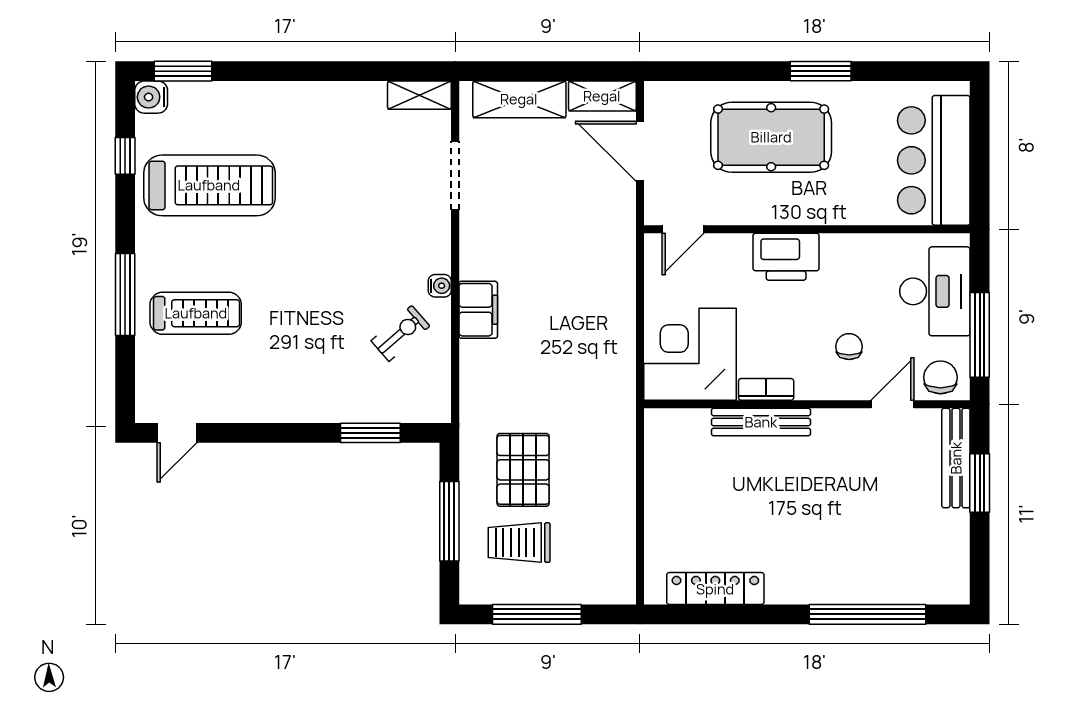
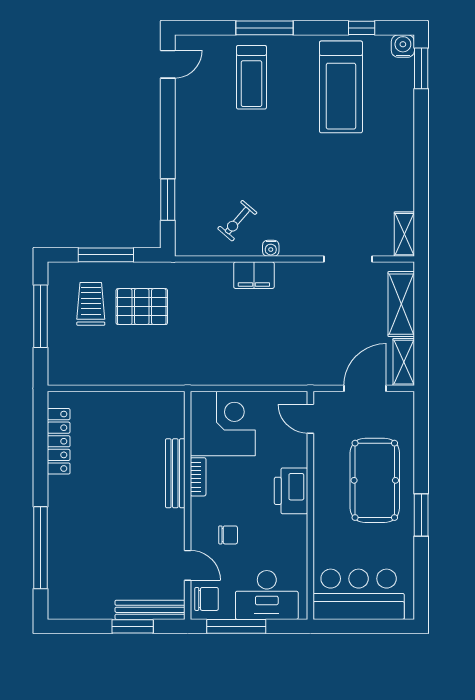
exercise bike: (400, 333) -> (237, 221), turned 82
door: (177, 433) -> (168, 64), swing flipped

